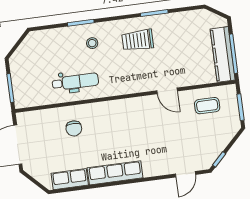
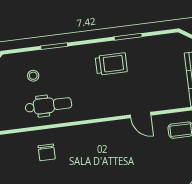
trolley: (138, 40) -> (111, 64), turned 180
stool: (92, 43) -> (33, 76), moved

